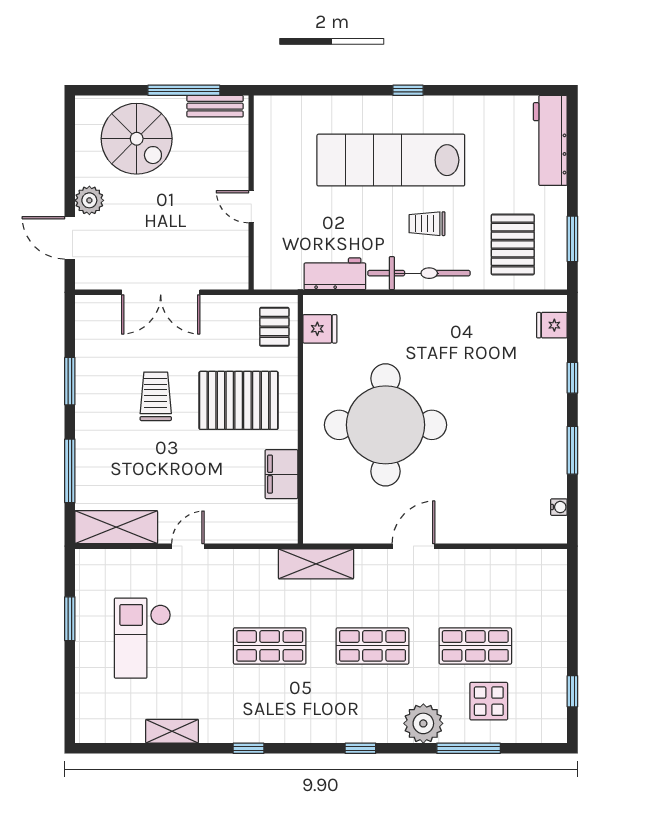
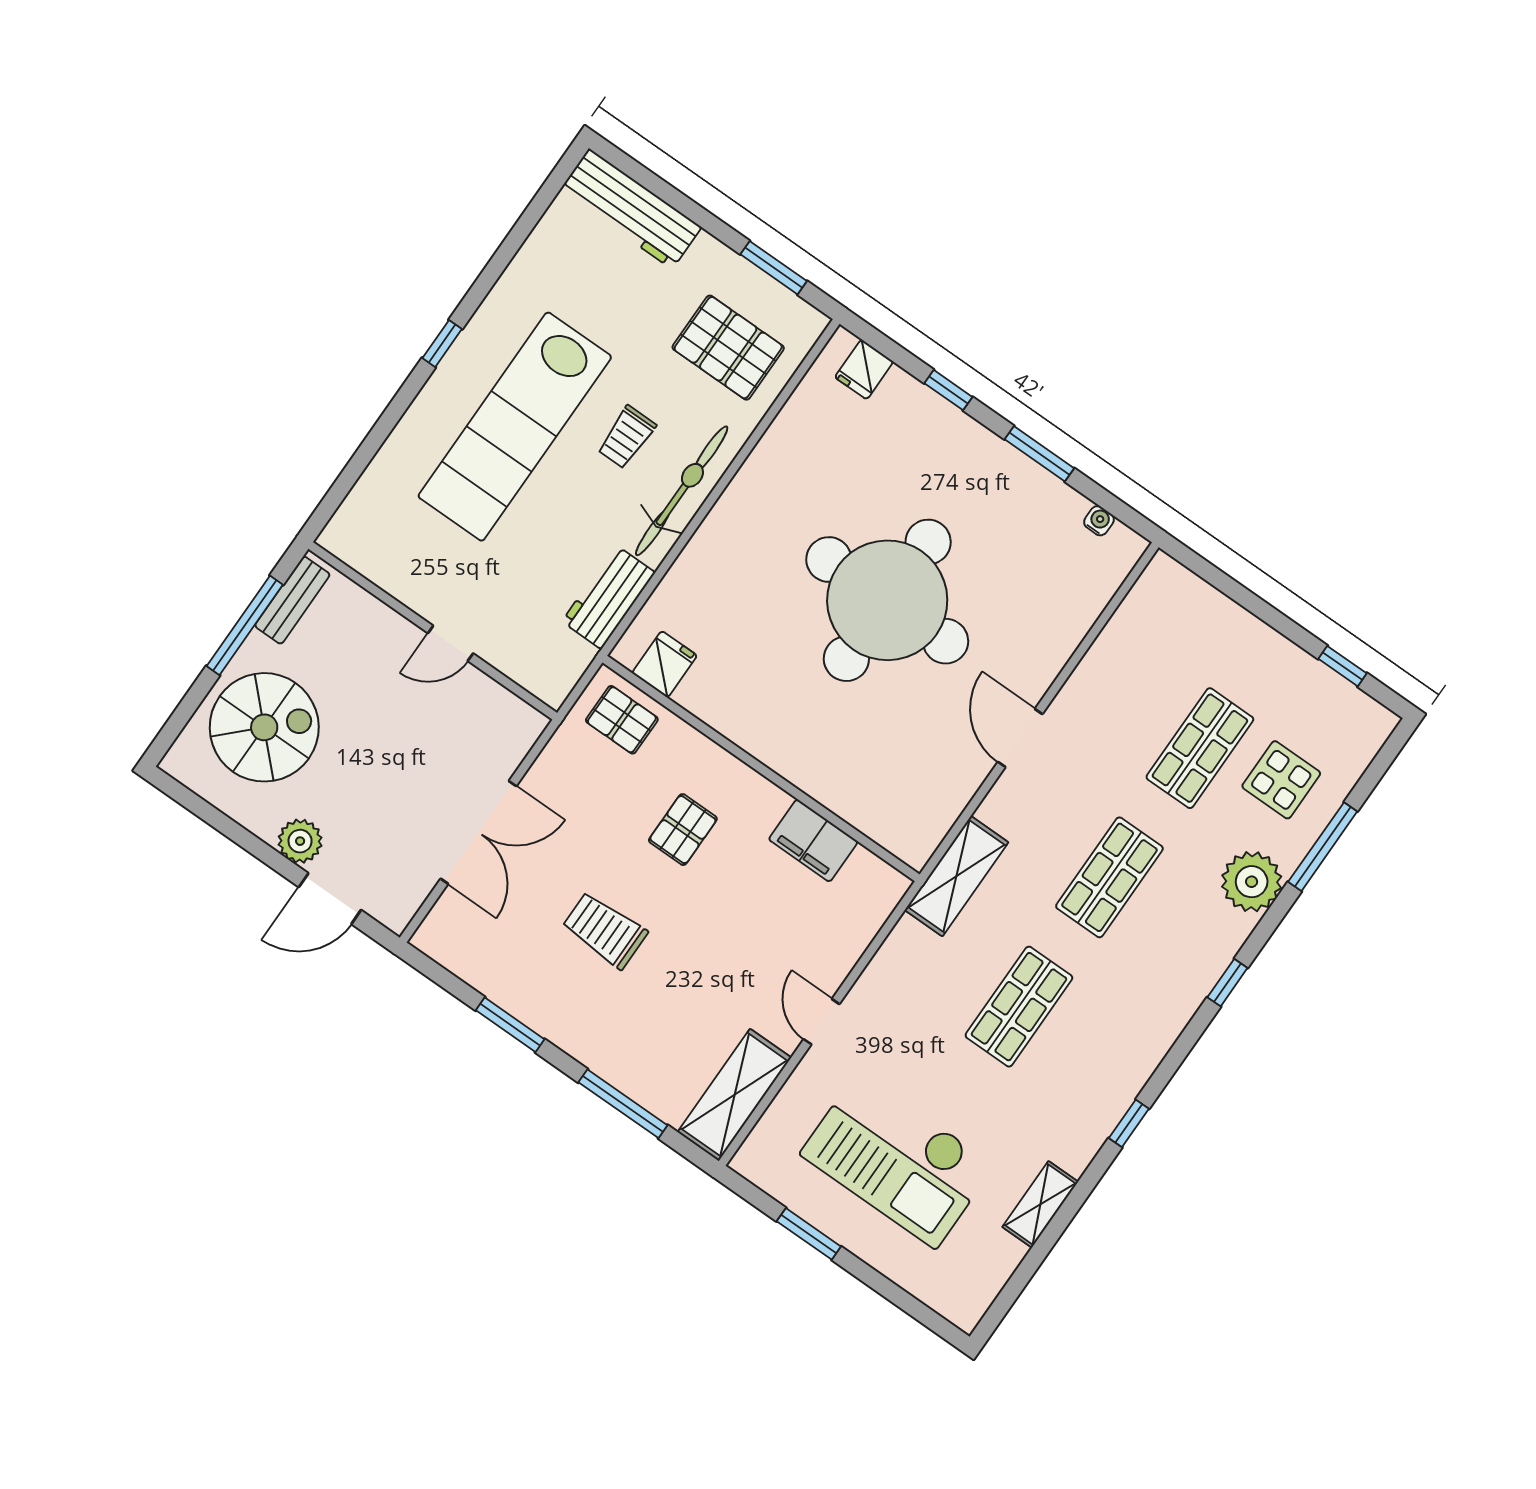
pallet: (239, 400) -> (683, 830), width x0.49, depth x0.50
round table: (386, 425) -> (887, 600), moved
checkout: (142, 638) -> (897, 1160), width x1.36, depth x1.21

